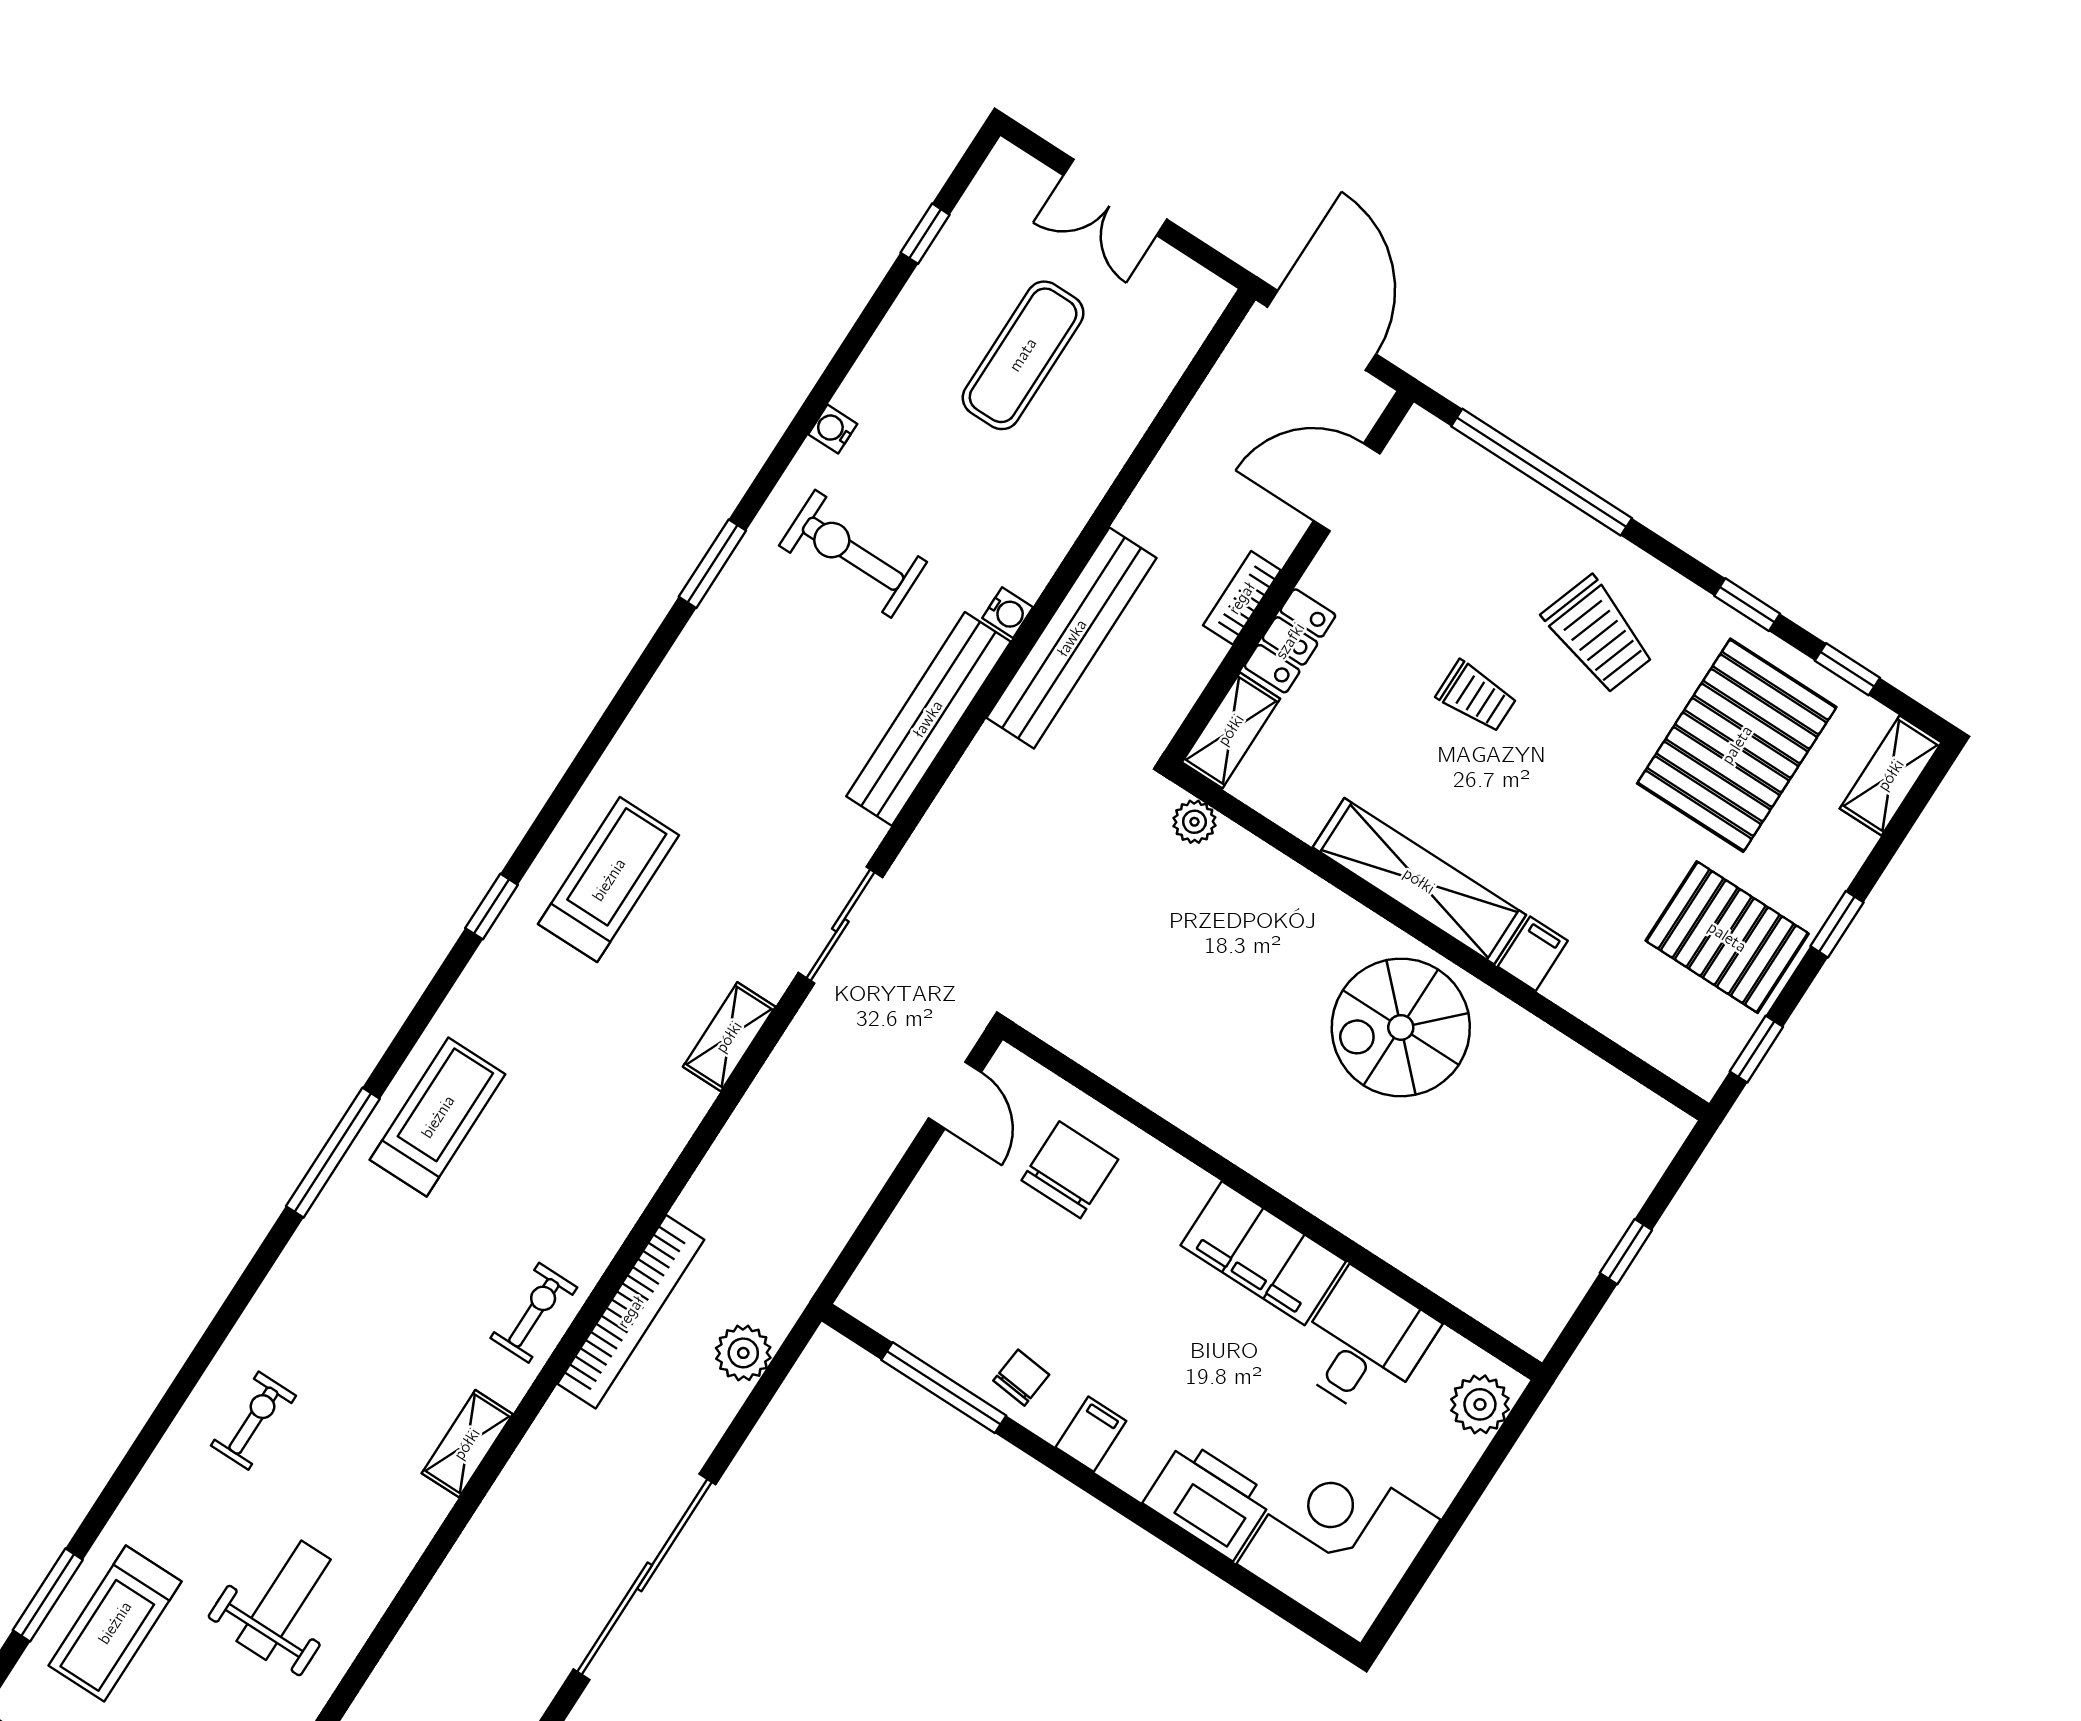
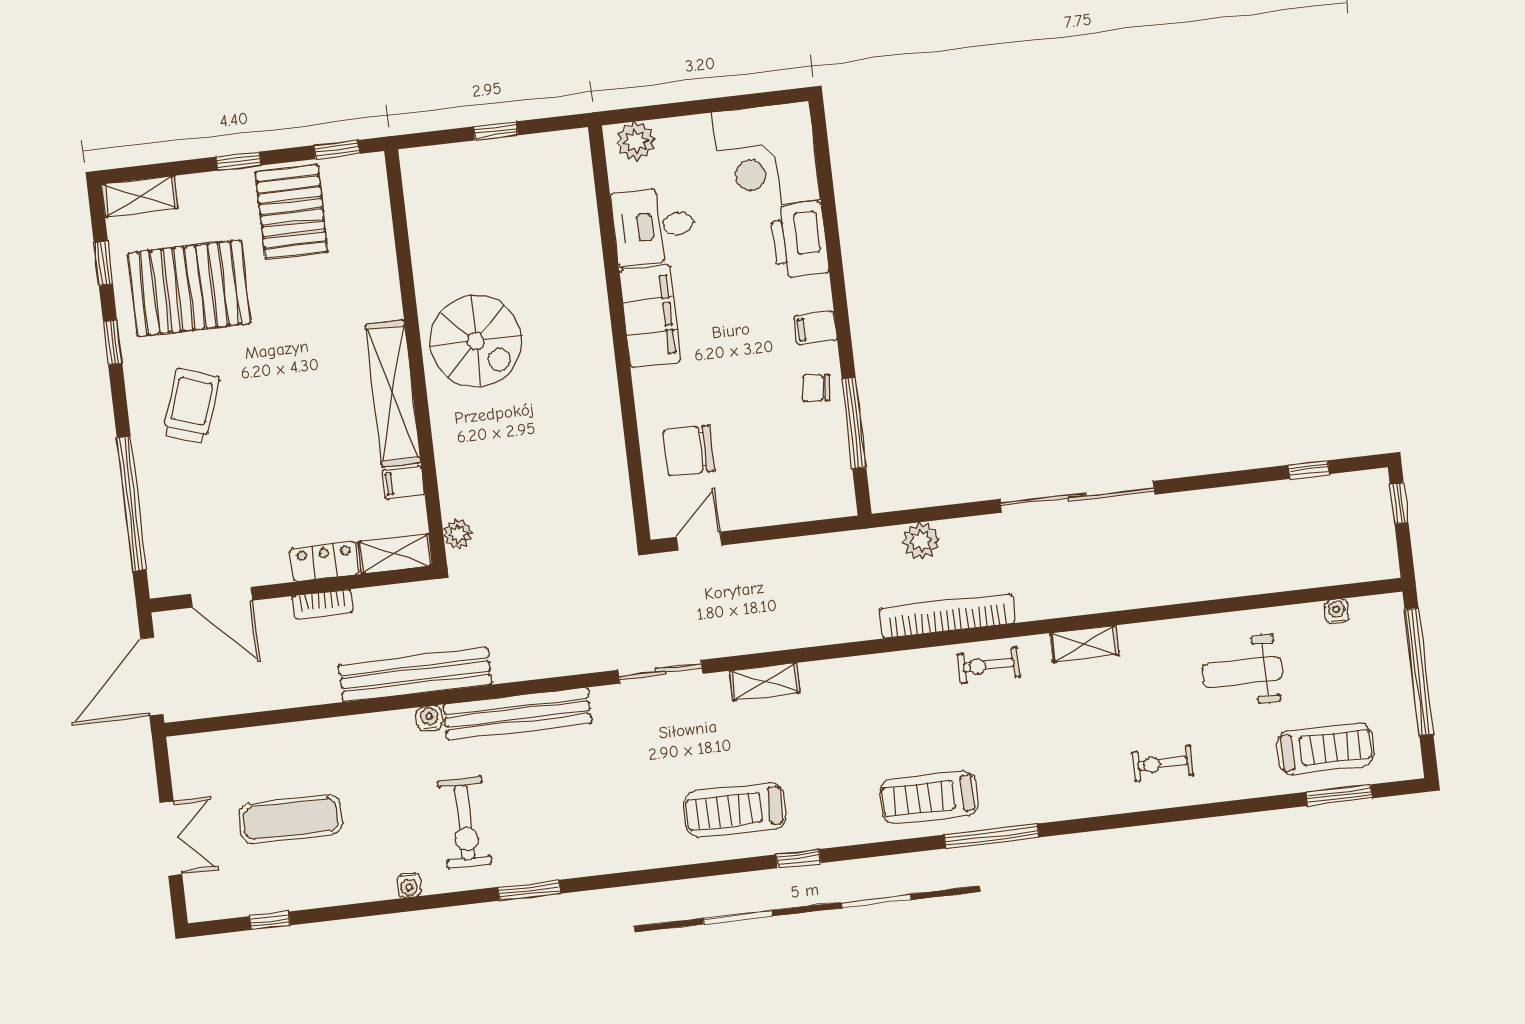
trolley: (1476, 697) -> (274, 442), removed
filing cabinet: (1533, 954) -> (403, 482), moved

